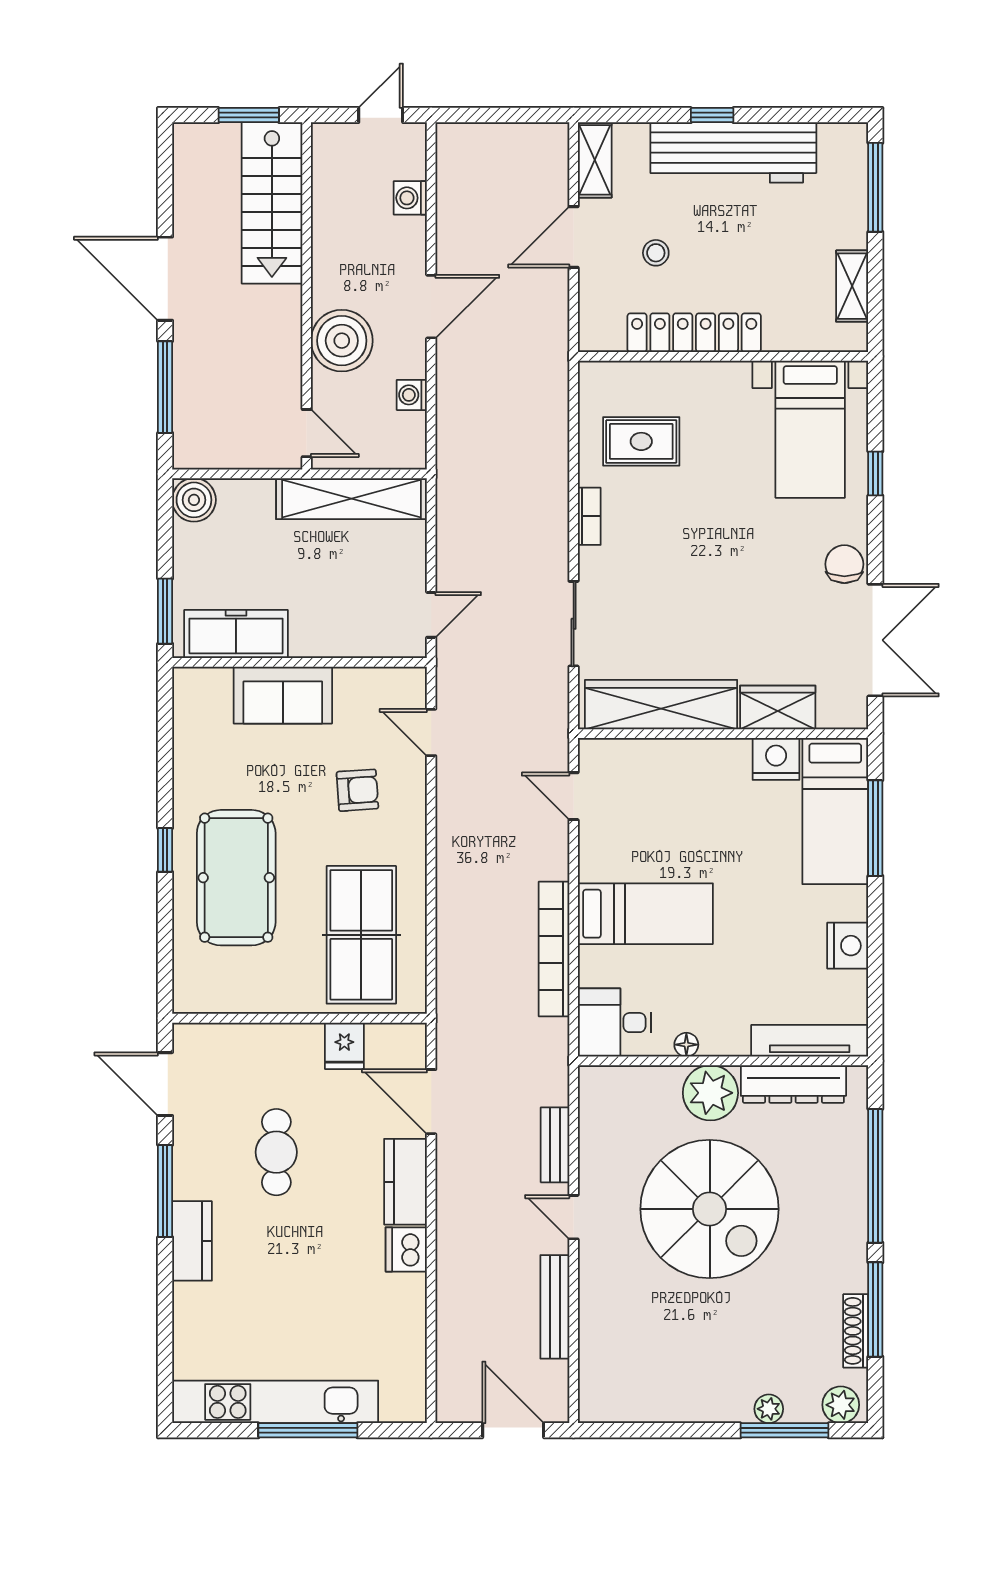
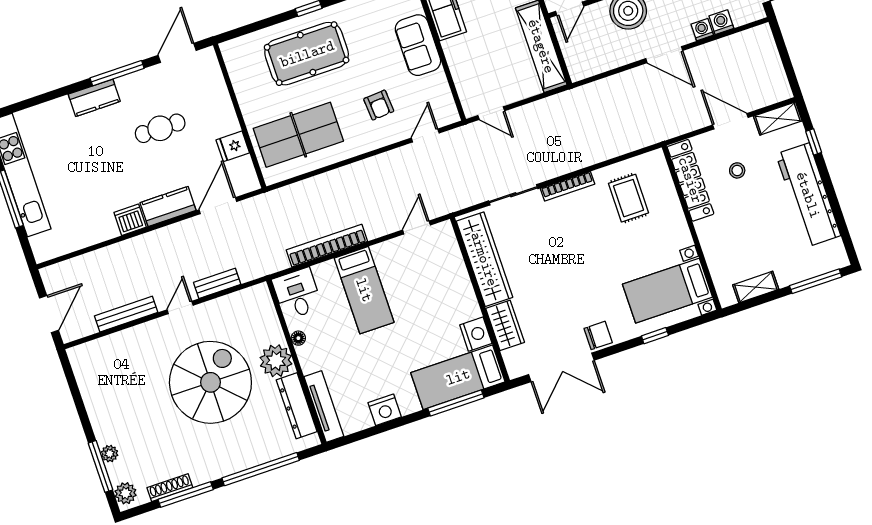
window: (712, 115) -> (814, 142), moved
locker: (694, 333) -> (690, 180), moved
washing machine: (412, 395) -> (702, 30), moved
bookcase: (589, 516) -> (568, 186), width x1.56
spiral stairs: (710, 1209) -> (210, 382), turned 180

